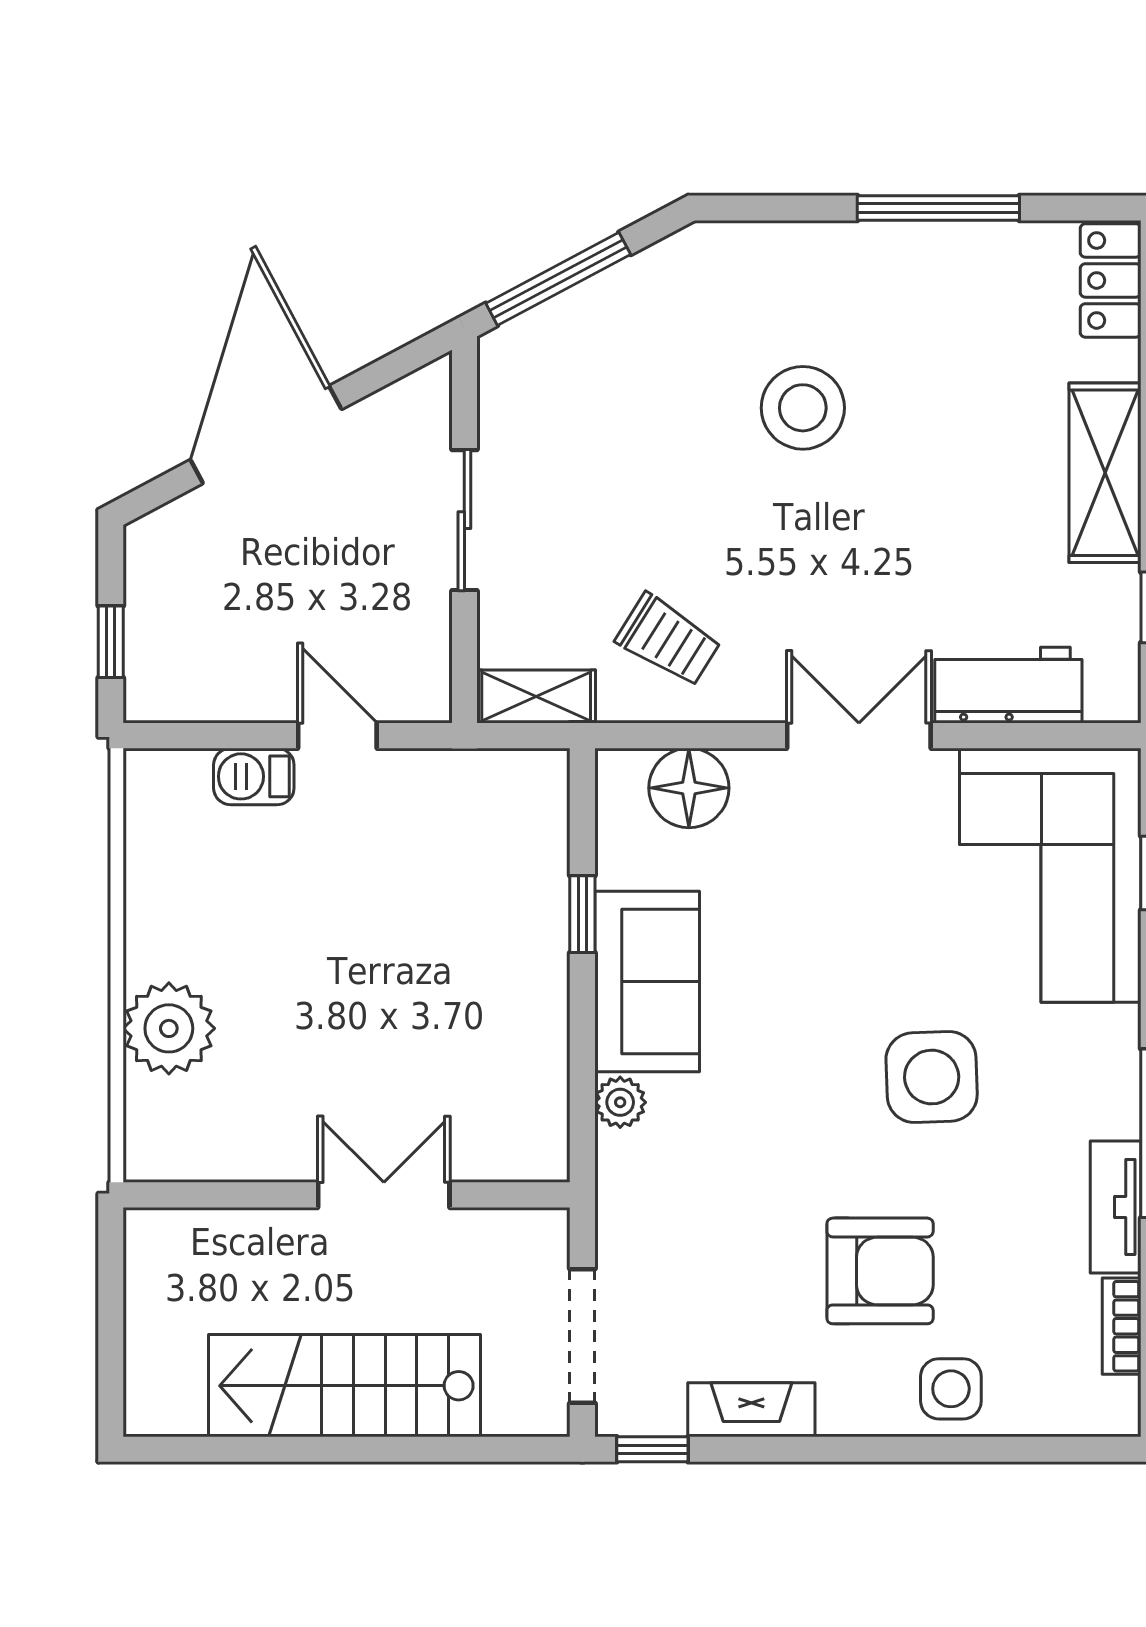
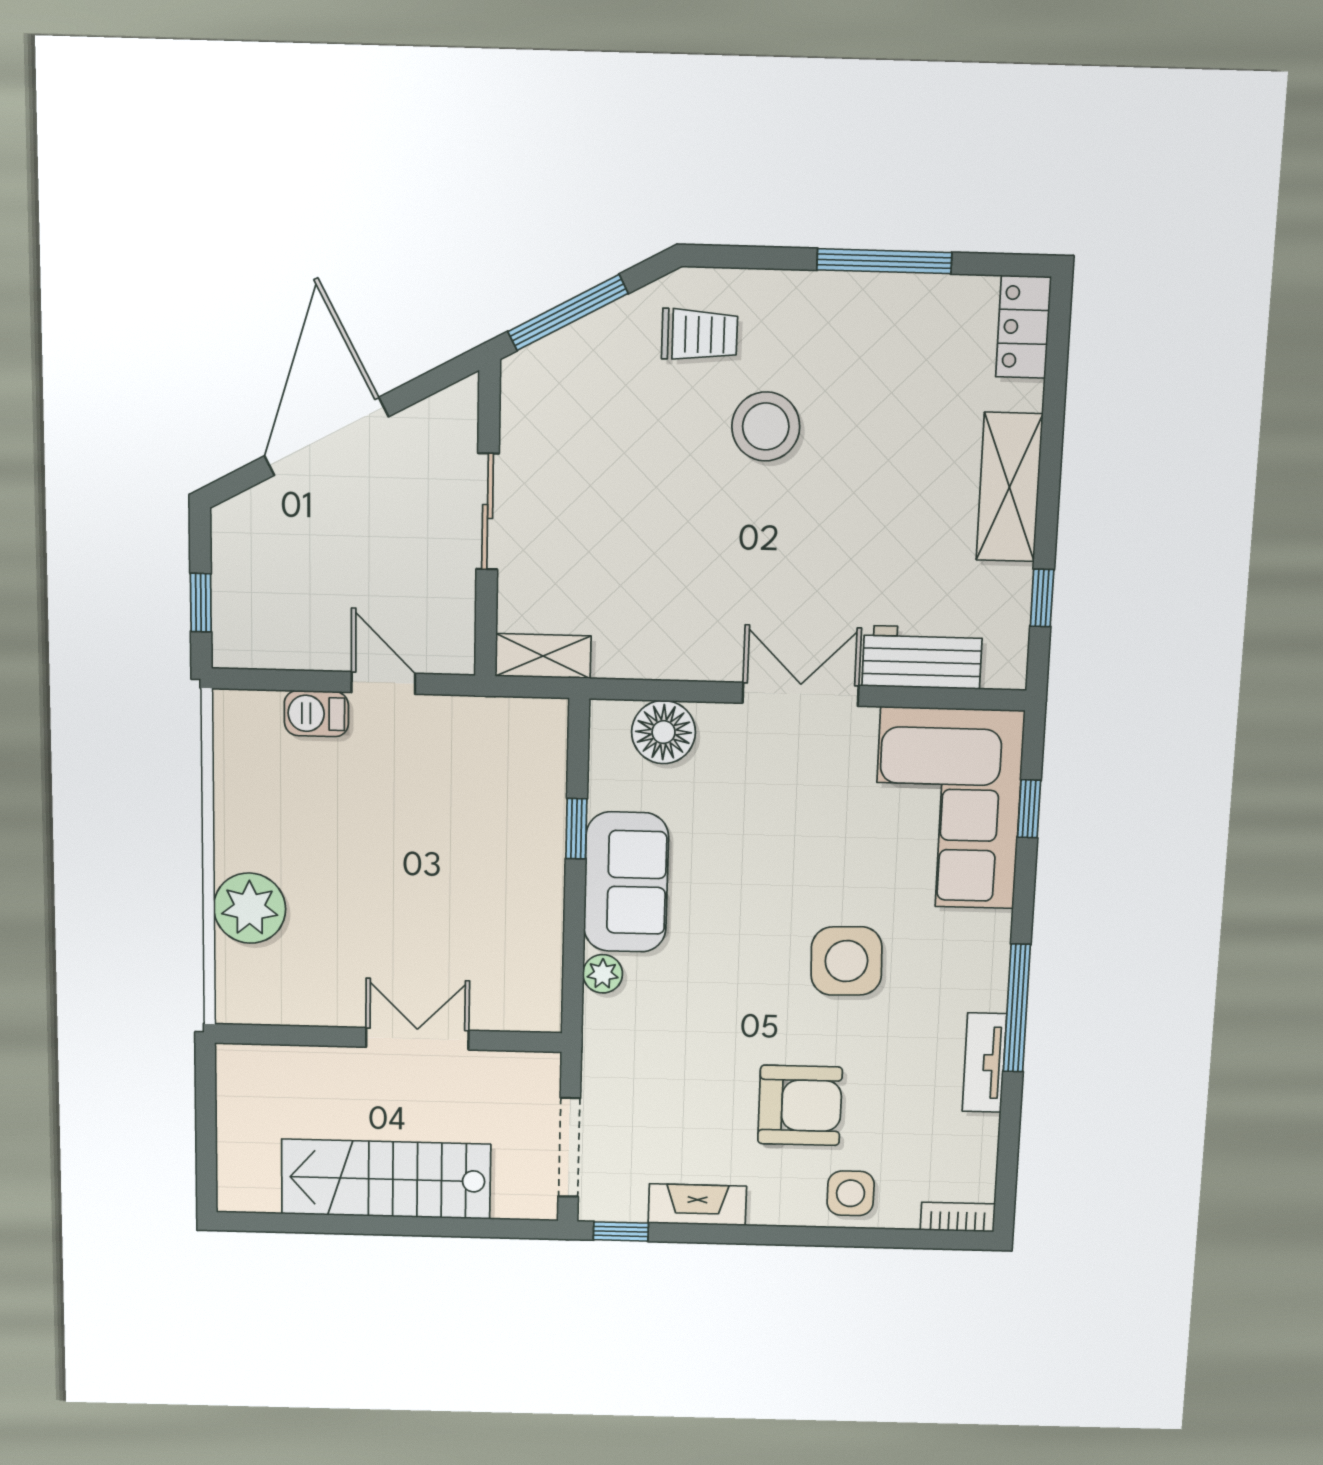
trolley: (668, 640) -> (699, 335), moved, turned -32
bookcase: (1122, 1326) -> (958, 1217), moved, turned 90

